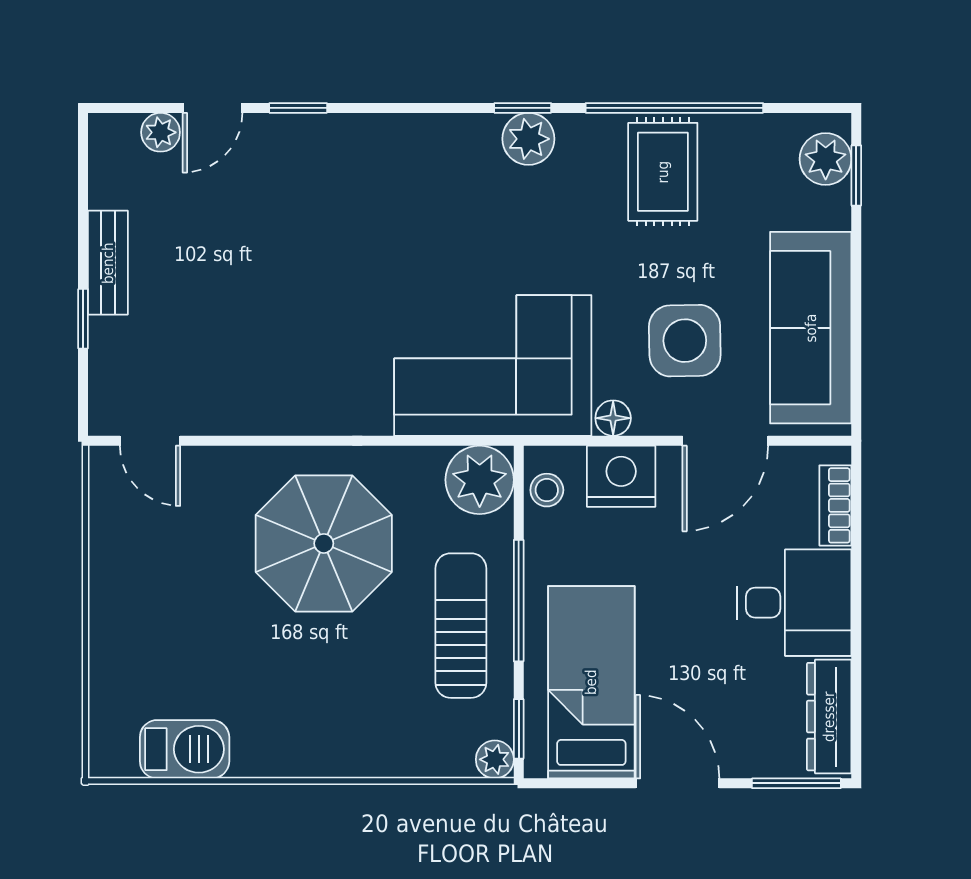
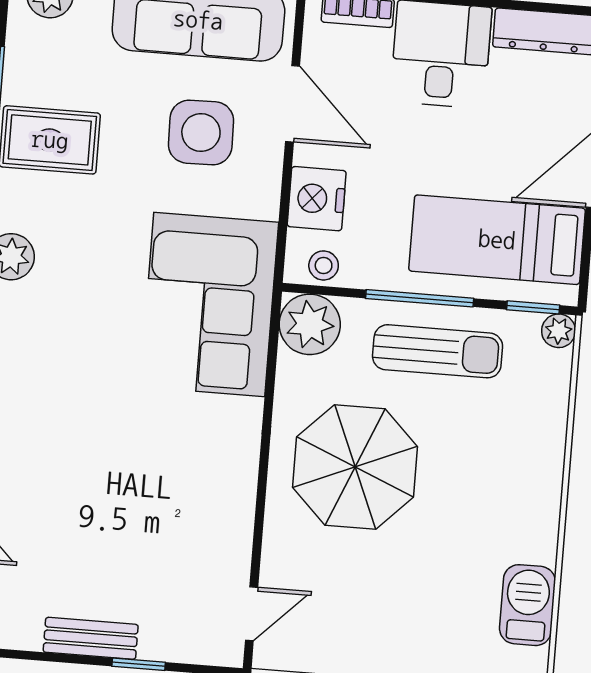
floor lamp: (613, 418) -> (264, 202), removed
sun lounger: (461, 626) -> (438, 351), turned 180

